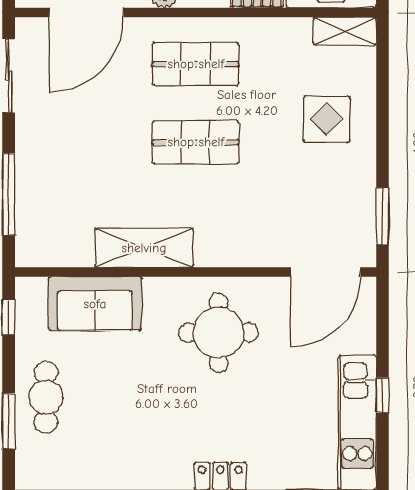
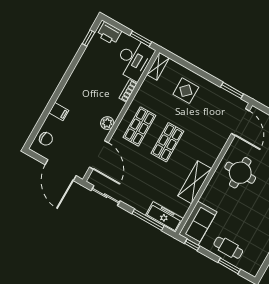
freezer: (34, 225) -> (164, 217), added
sofa: (95, 304) -> (198, 223), moved

